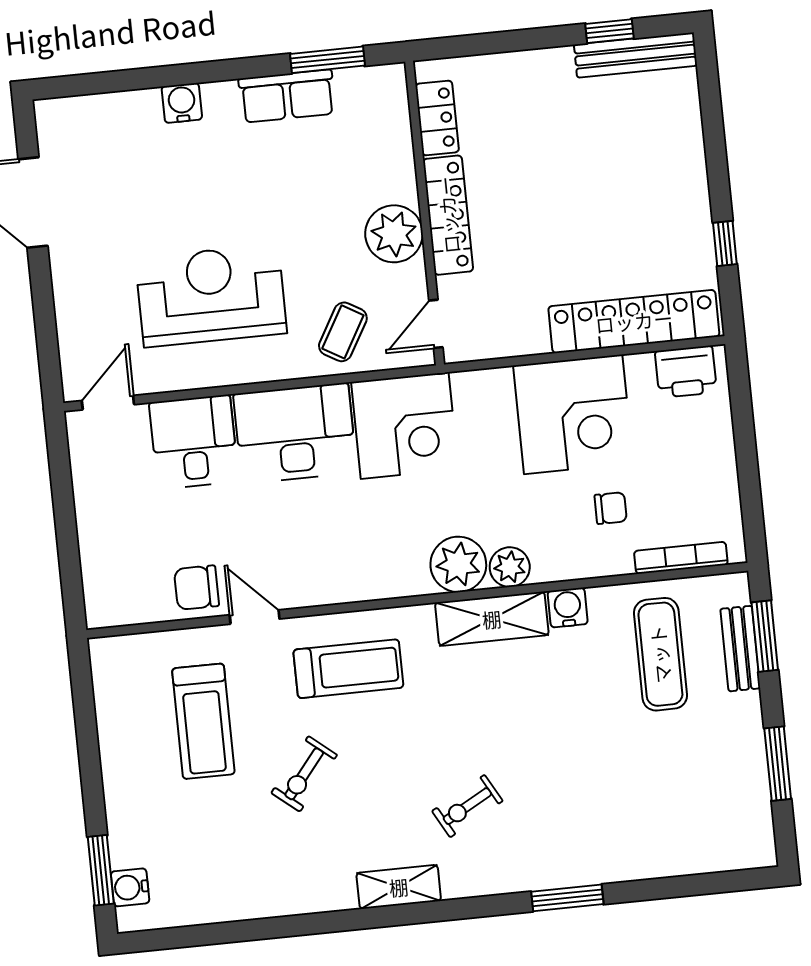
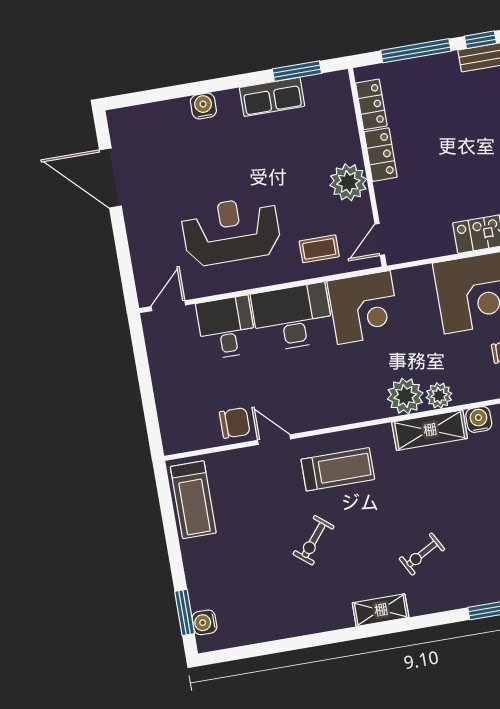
window: (510, 41) -> (416, 51), added
locker: (448, 215) -> (381, 155), width x0.66
coffee table: (343, 332) -> (319, 249), turned 60
chair: (197, 588) -> (235, 423), turned 180
treadmill: (203, 721) -> (193, 500), moved

